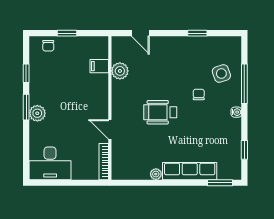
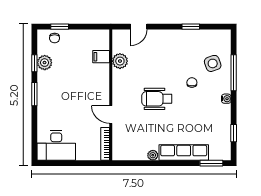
window: (67, 33) -> (60, 27), moved
door: (140, 33) -> (139, 27), hinge flipped
plant: (37, 113) -> (45, 63), moved

